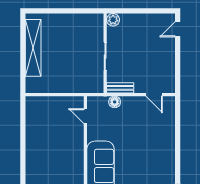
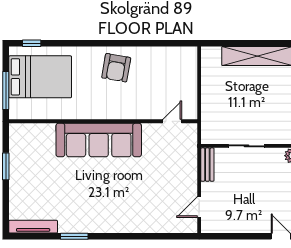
floor lamp: (115, 102) -> (190, 158), removed
armchair: (42, 161) -> (116, 68), added

